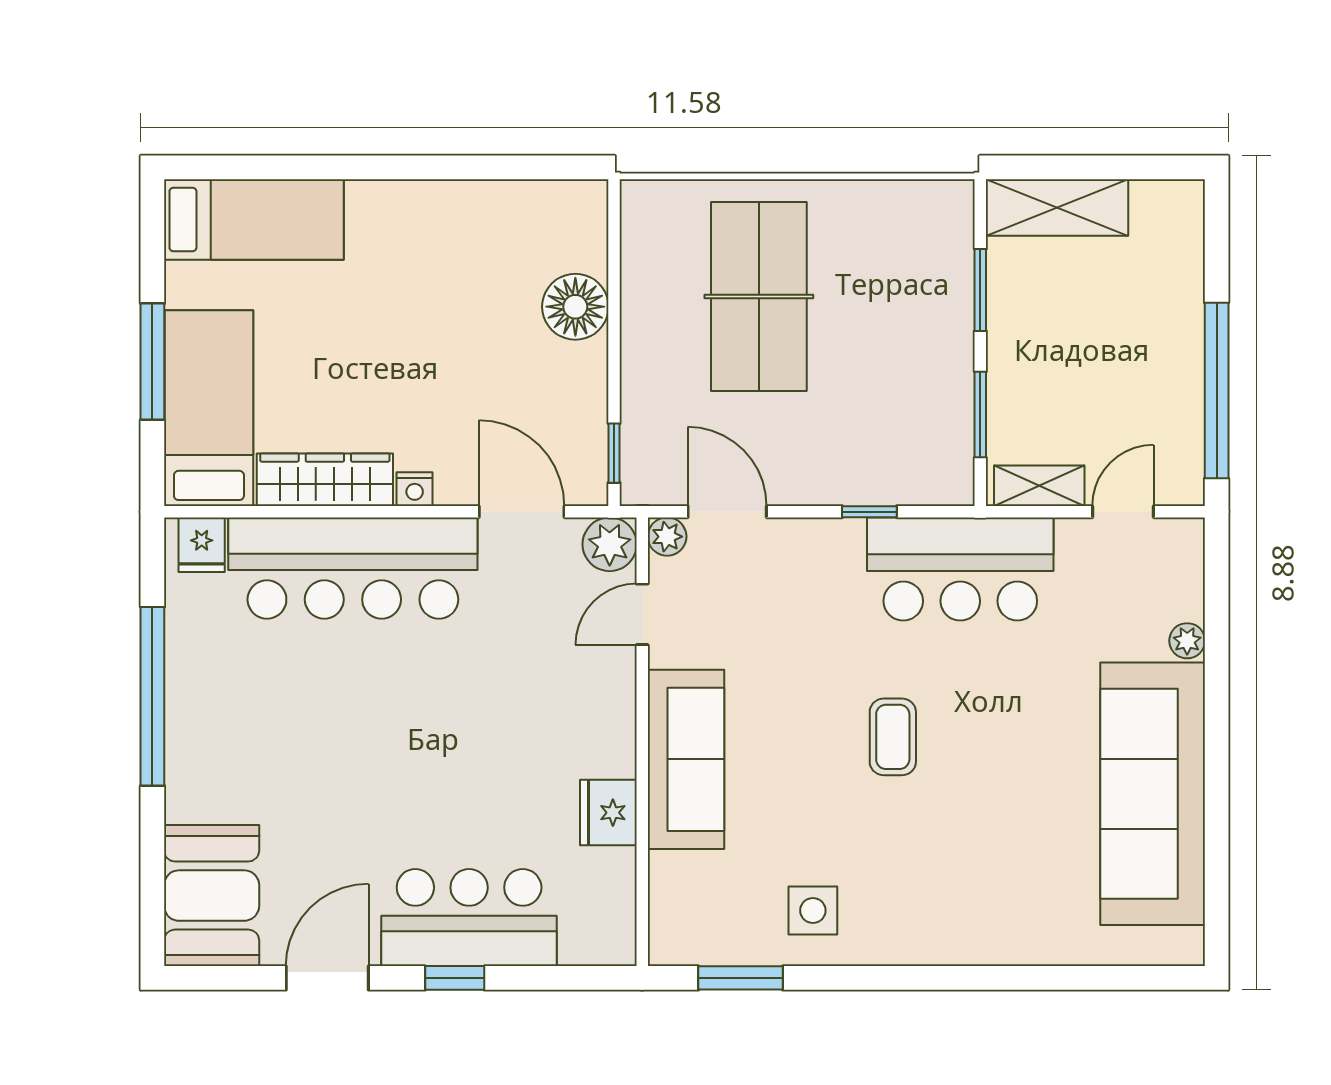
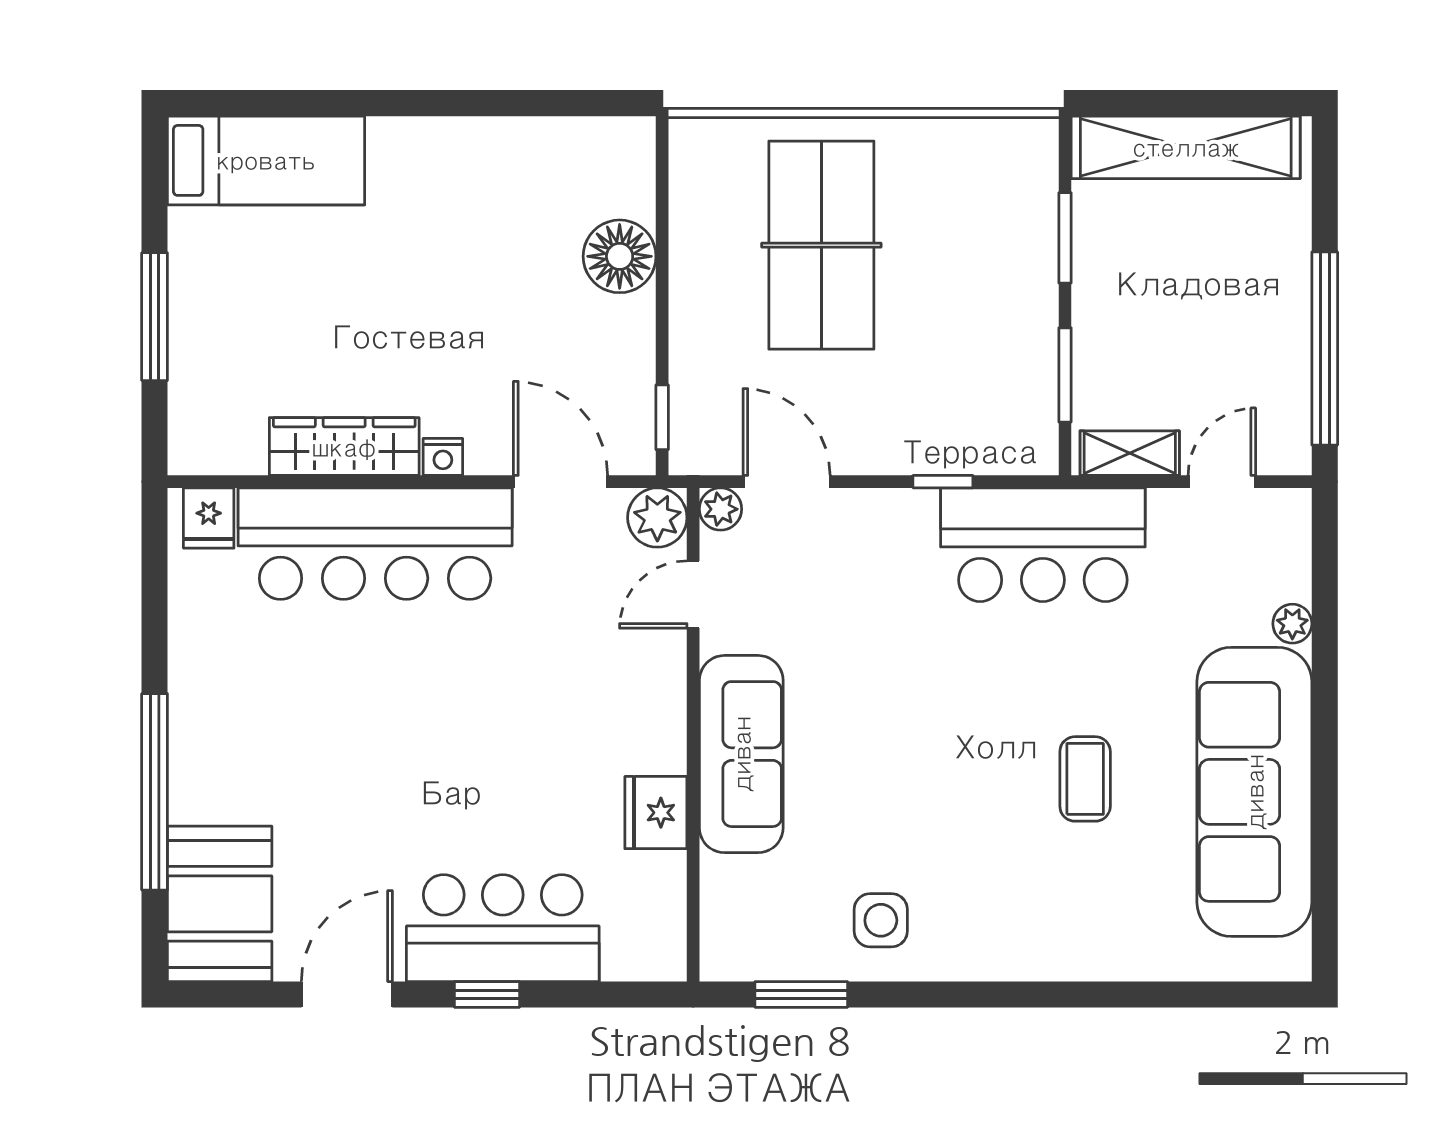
shelving: (1057, 208) -> (1186, 147), width x1.47
bed: (209, 408) -> (217, 368), removed
window: (152, 696) -> (155, 792), moved
coffee table: (893, 737) -> (1085, 779), moved

